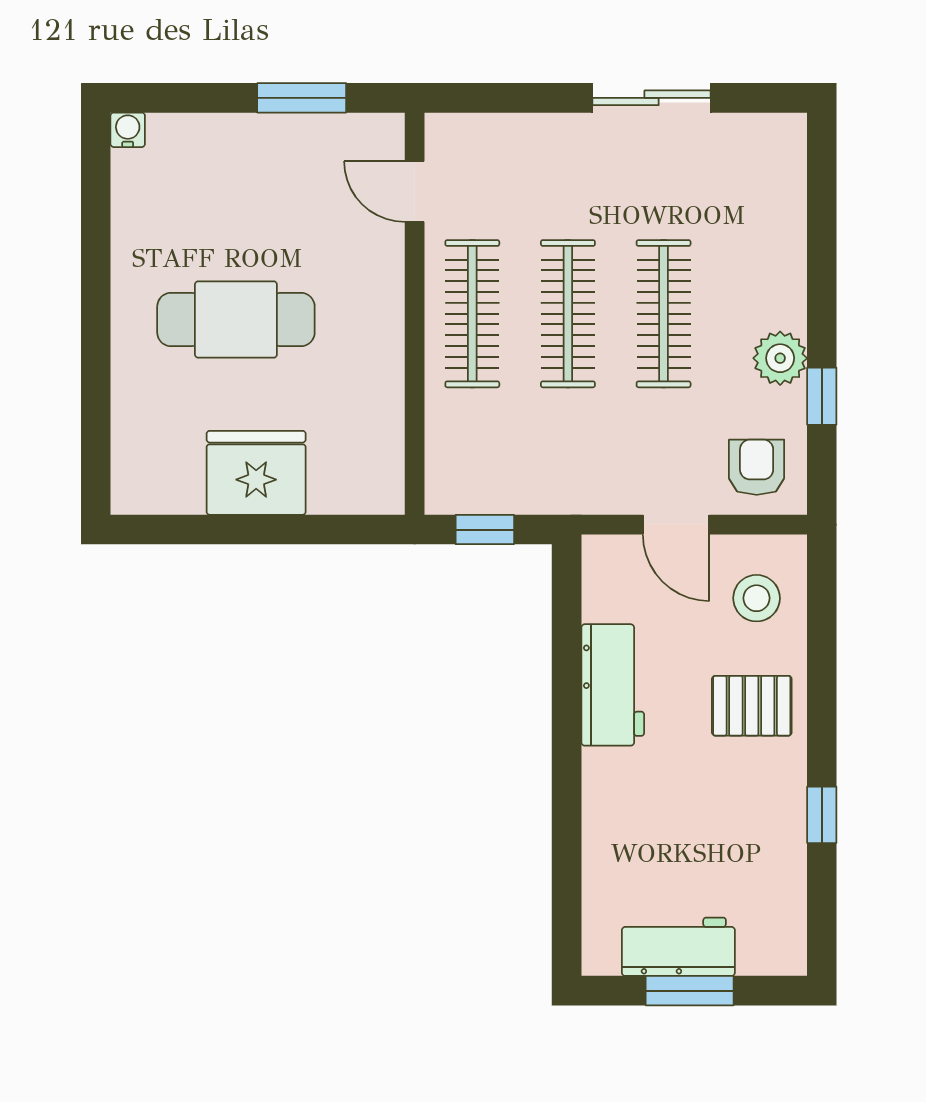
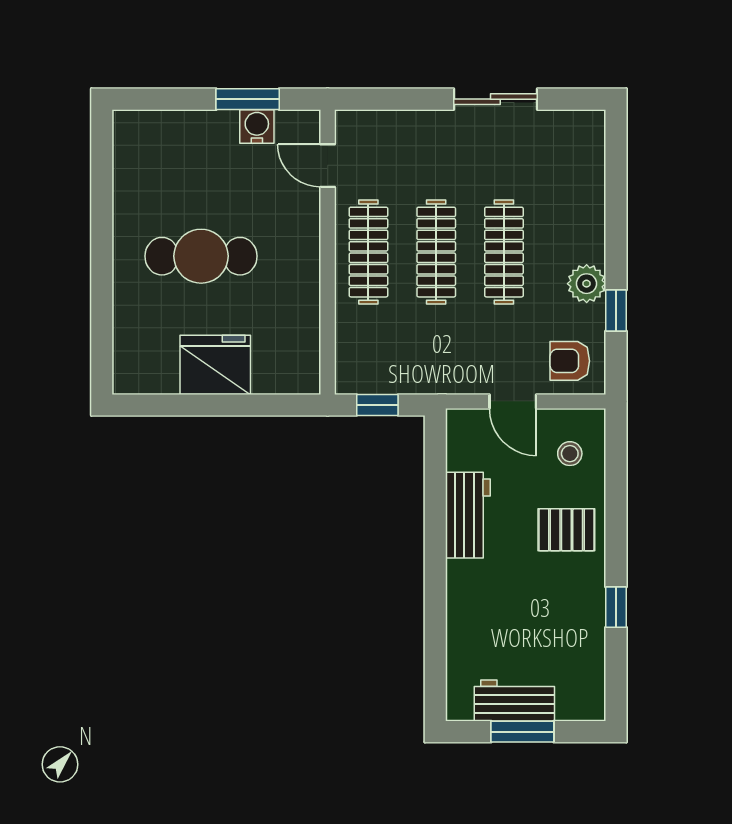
water cooler: (128, 130) -> (257, 126), moved, width x1.38, depth x1.38
armchair: (757, 467) -> (570, 361), turned -90
stool: (757, 598) -> (570, 454), width x0.73, depth x0.73

